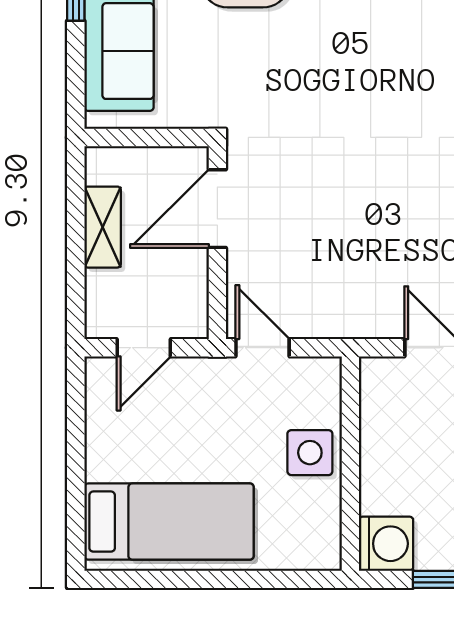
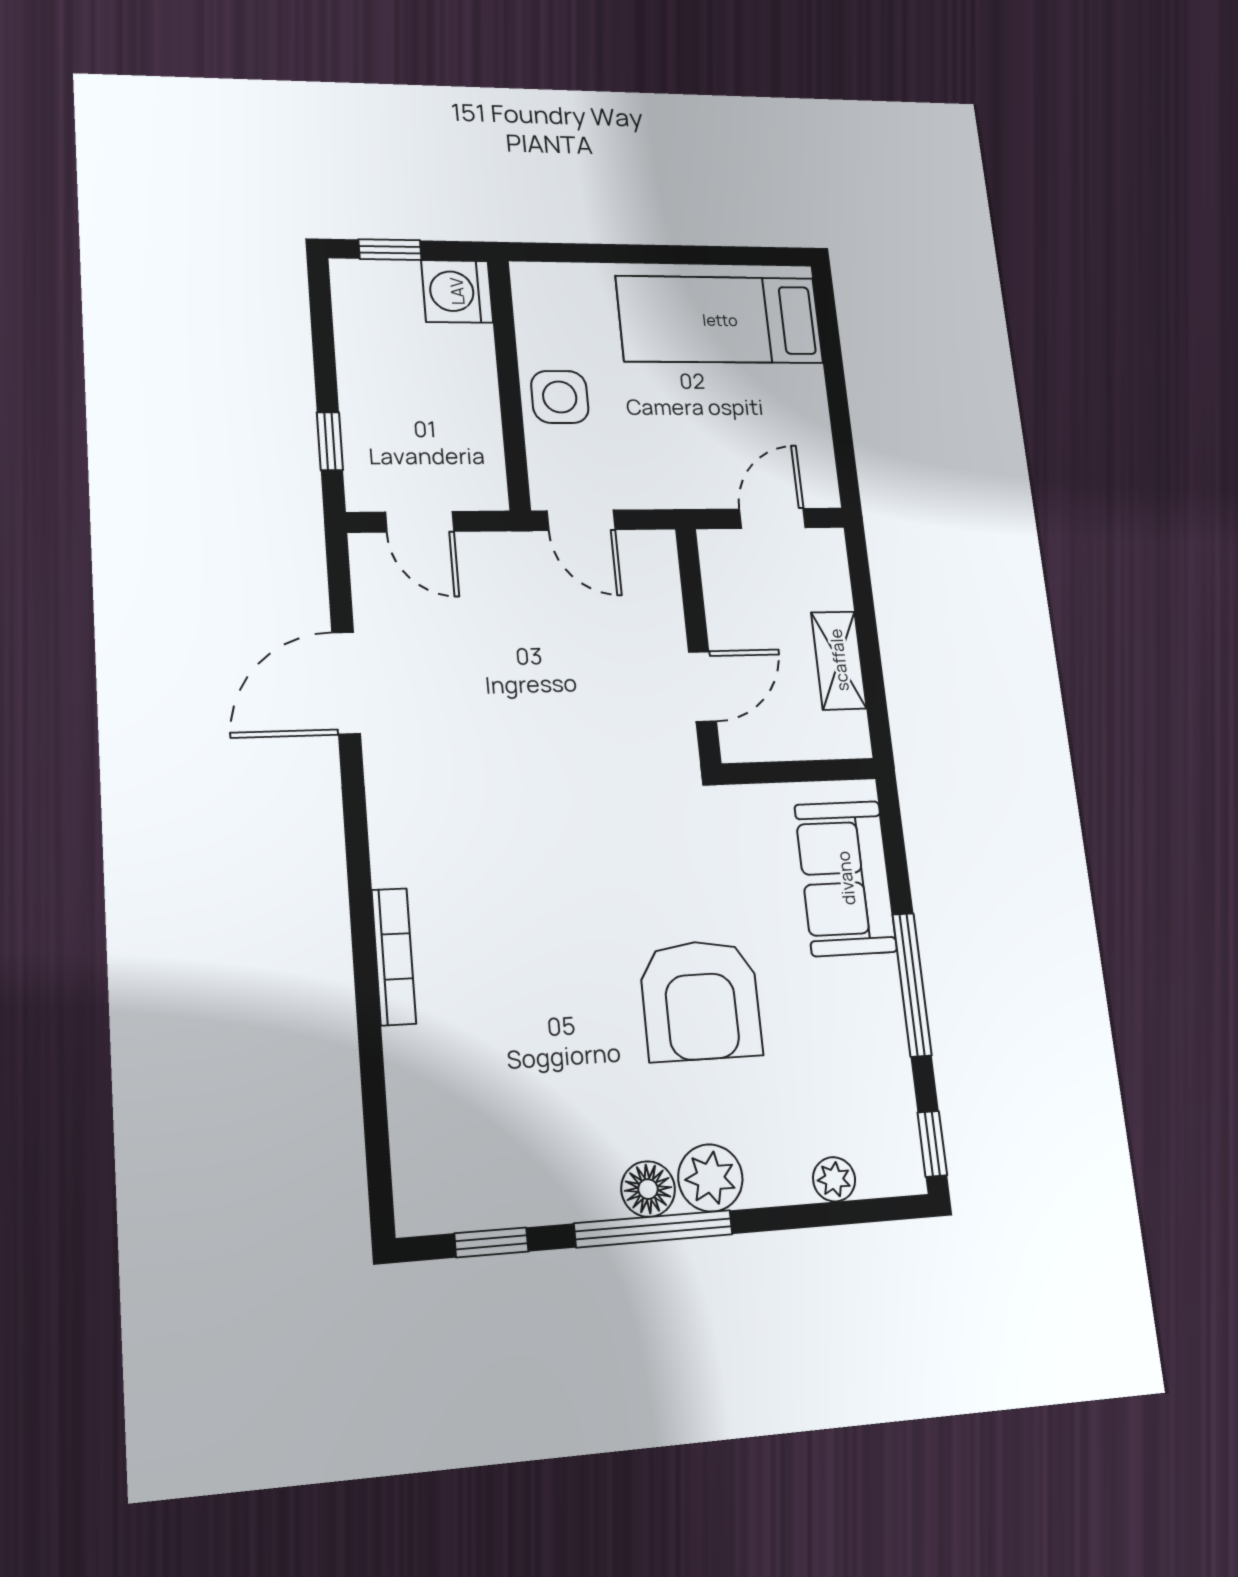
door: (217, 209) -> (703, 686), width x0.73
door: (263, 348) -> (581, 520), moved

